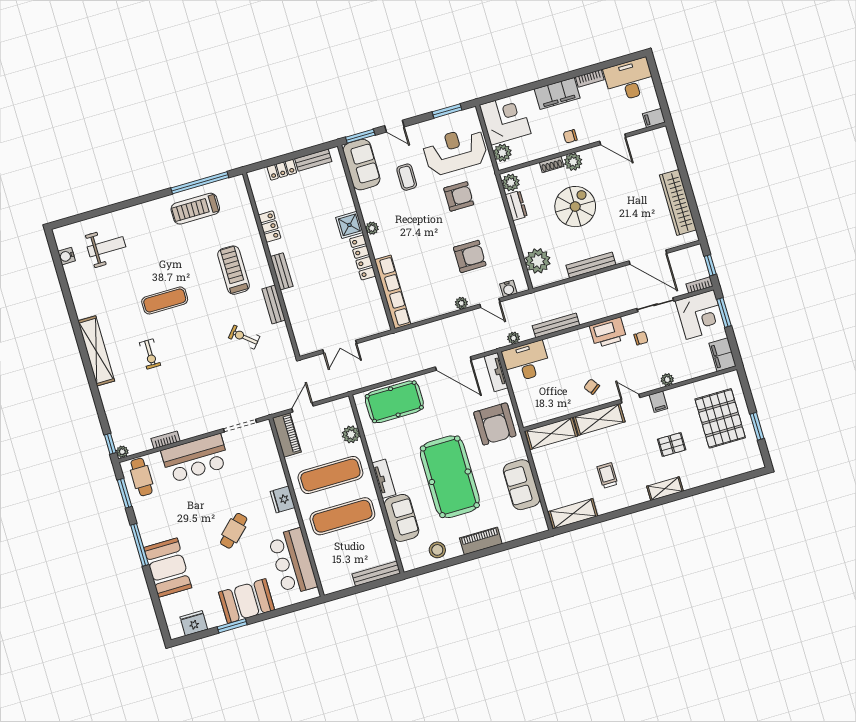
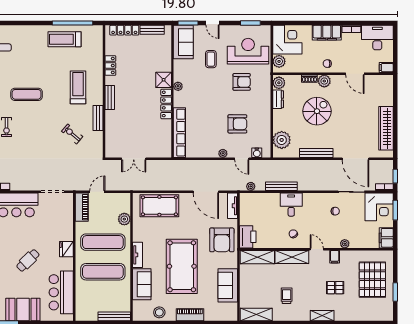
locker: (282, 170) -> (124, 30), width x1.53
printer: (608, 332) -> (248, 237), moved, turned -90
desk: (526, 362) -> (291, 205), moved, width x0.73

